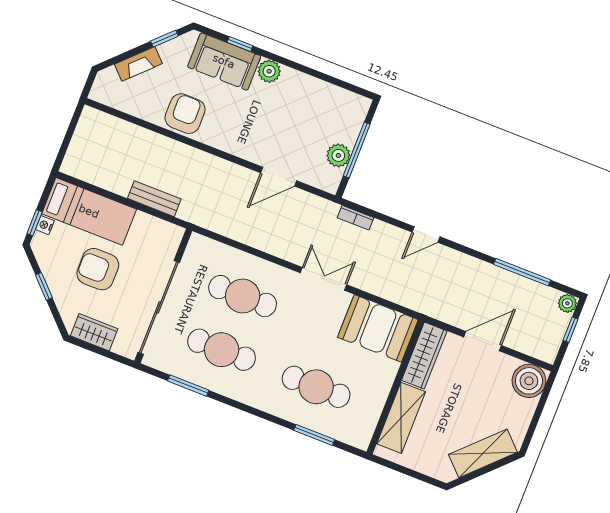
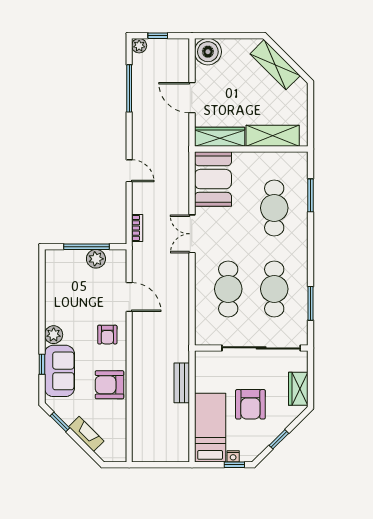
armchair: (245, 134) -> (107, 335), added

